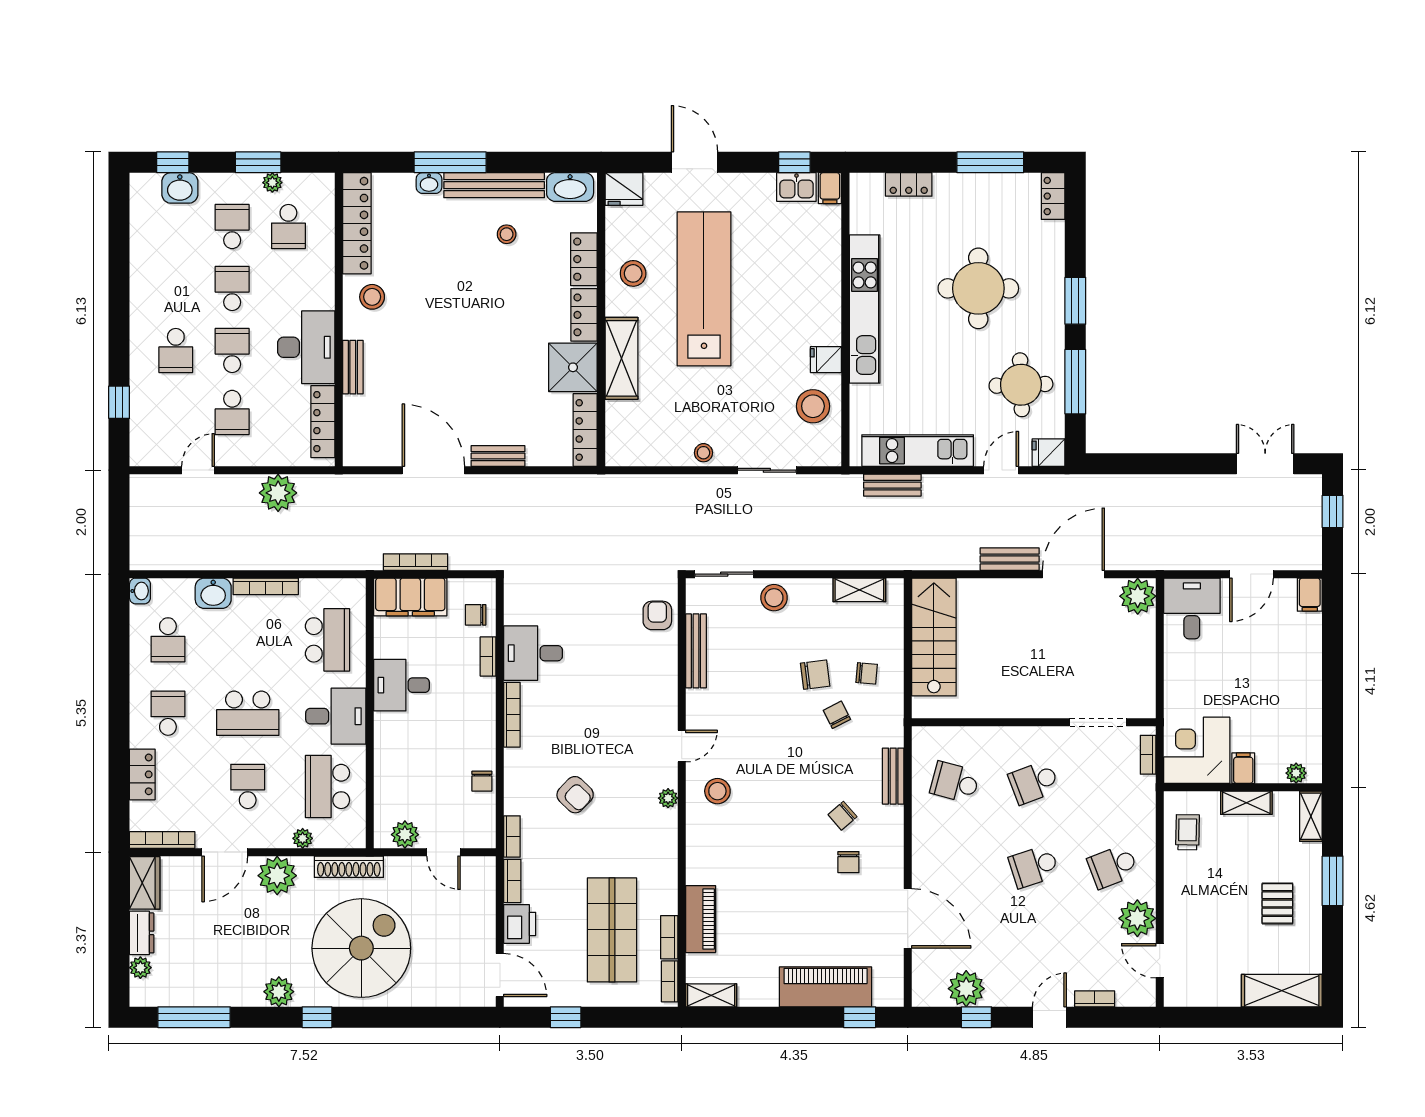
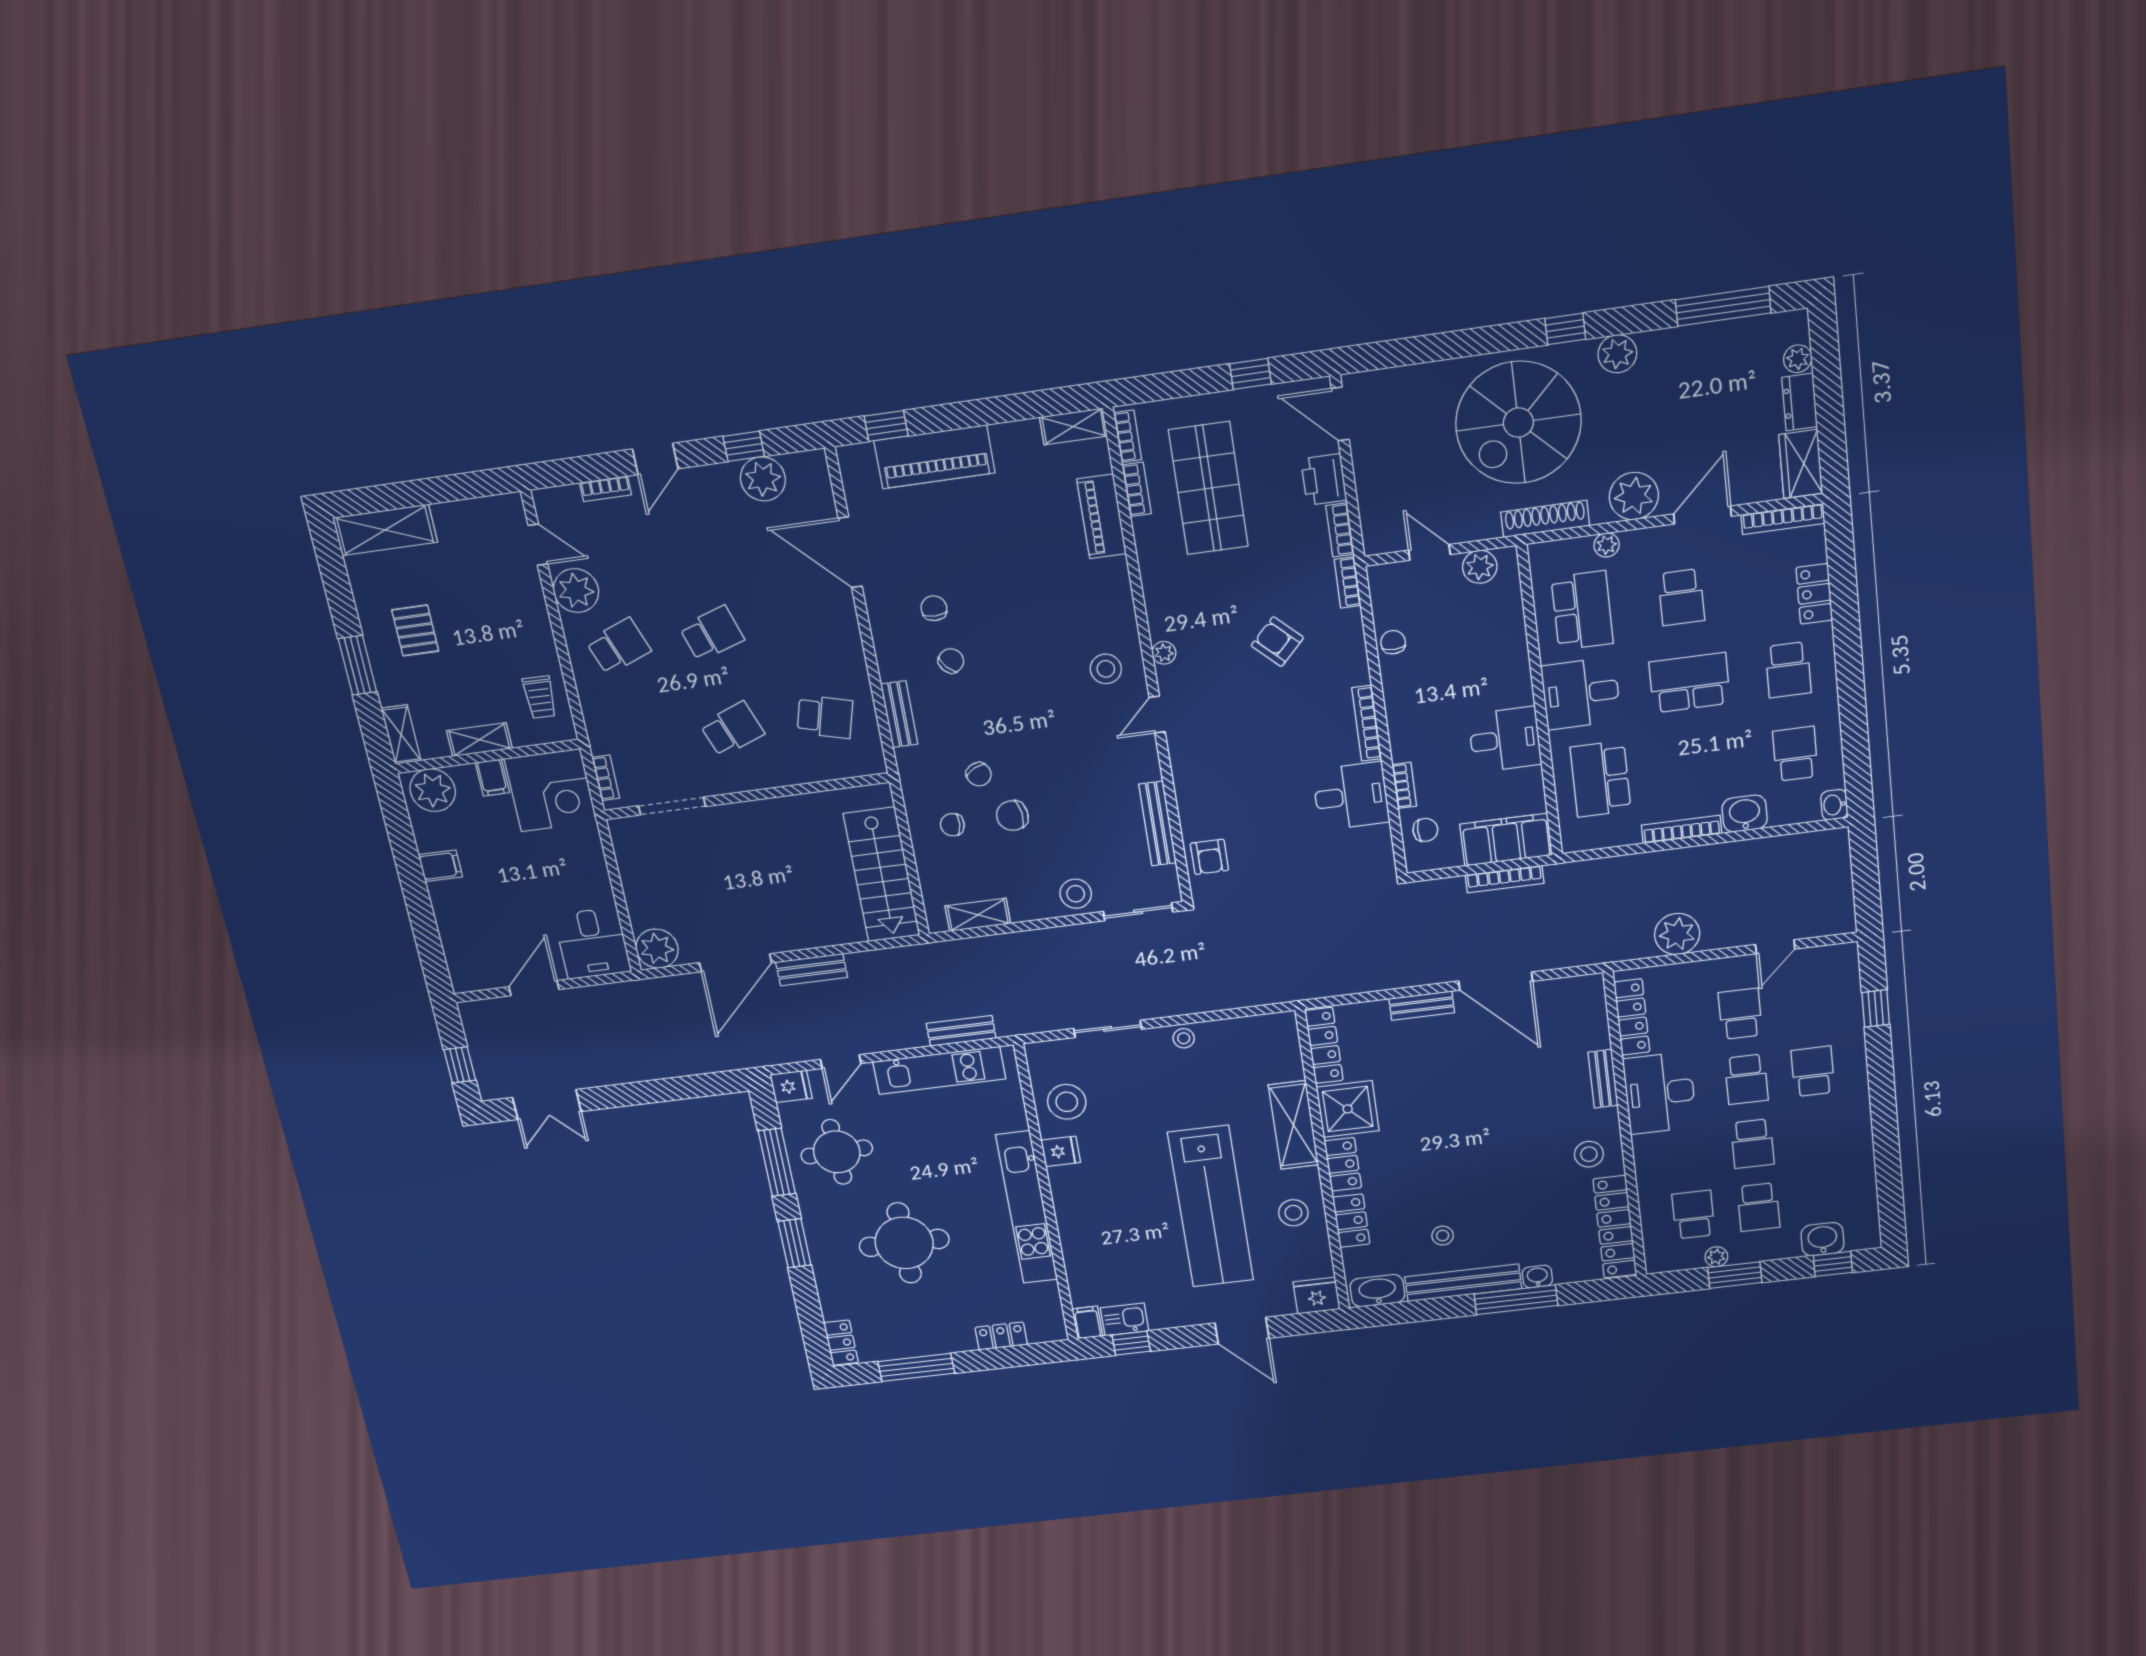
filing cabinet: (1310, 595) -> (440, 866), moved, turned 90
plant: (1296, 773) -> (433, 790), width x1.88, depth x1.88

